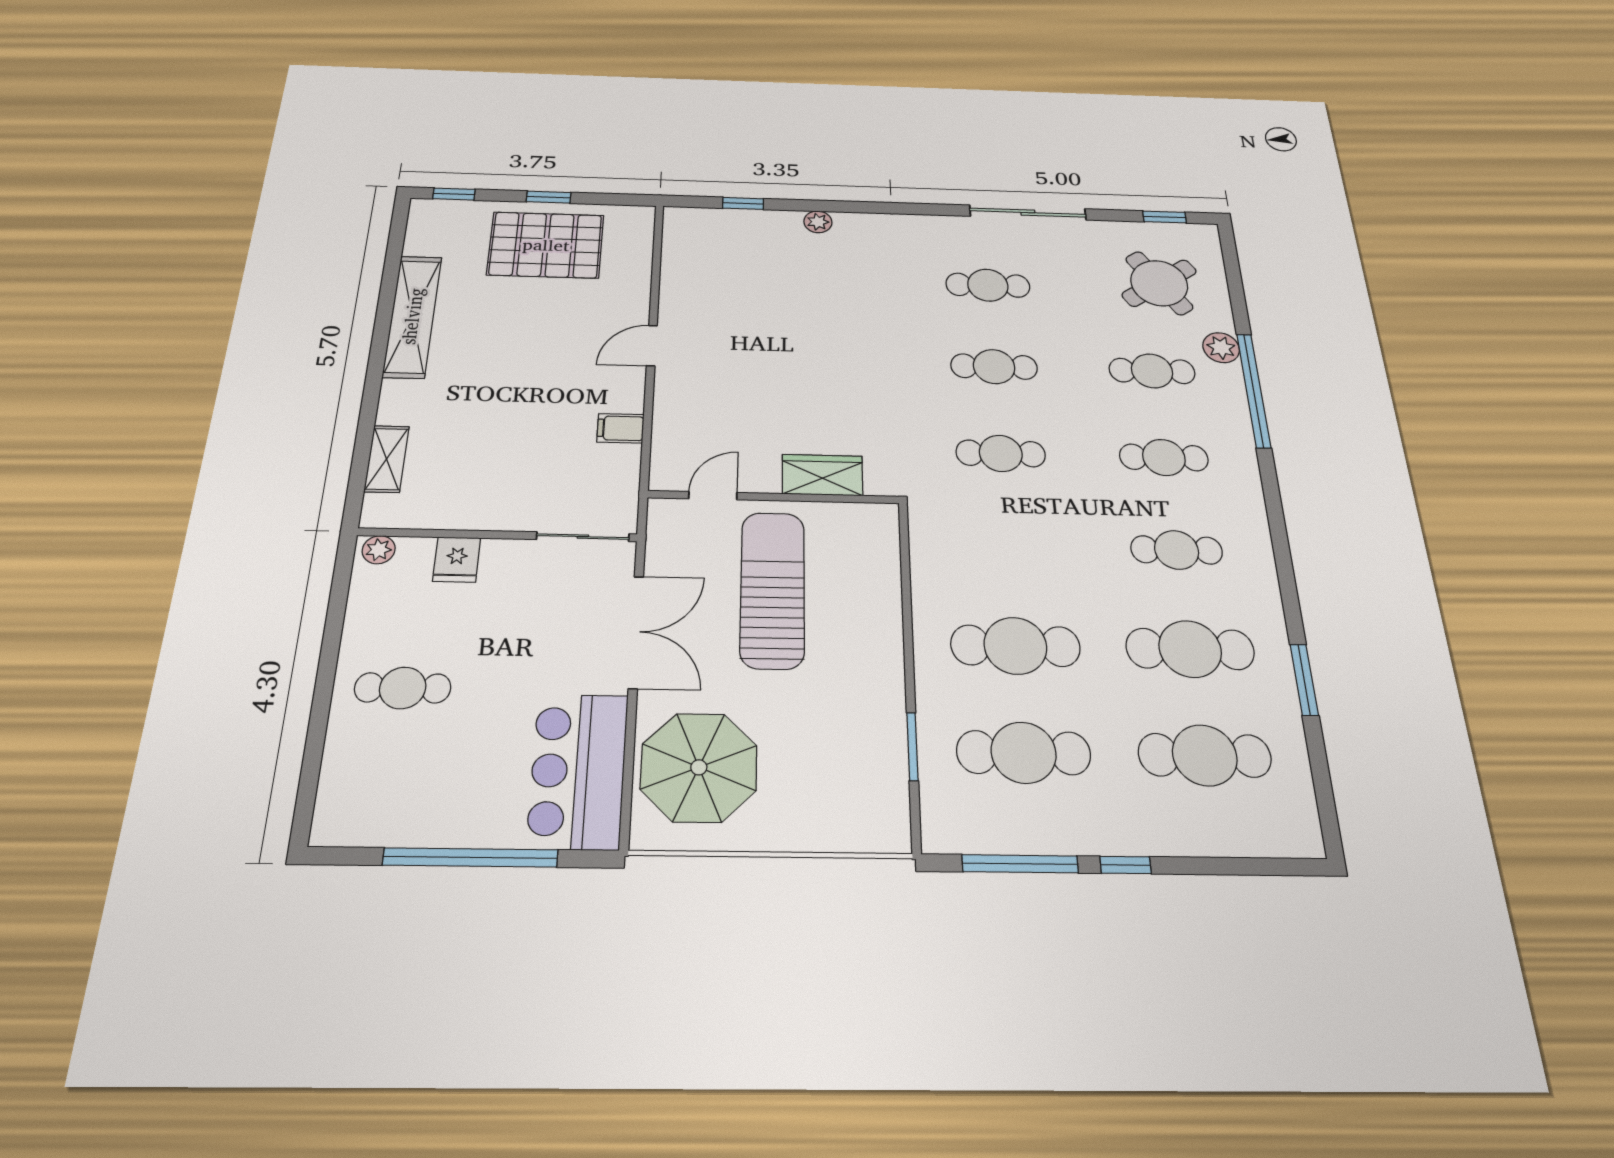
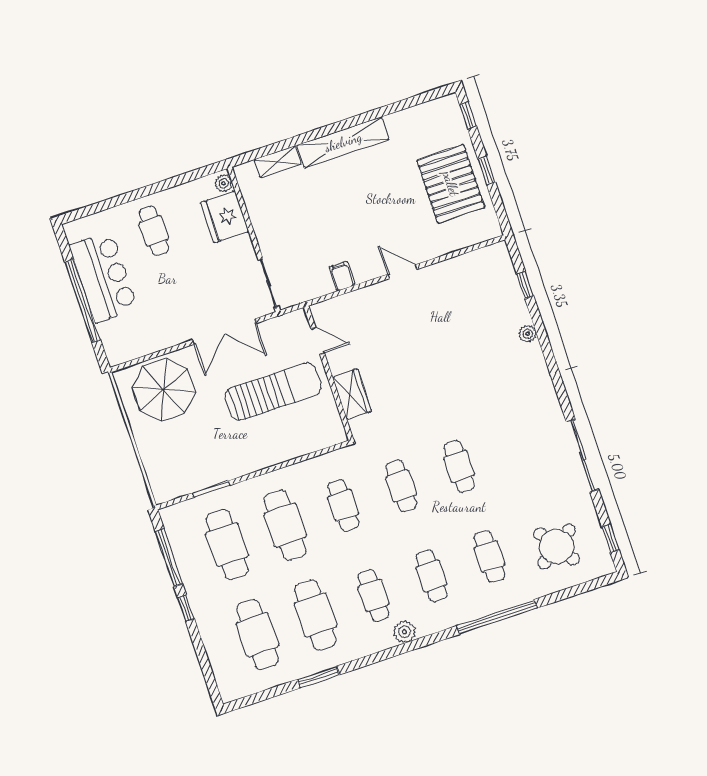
cafe table: (988, 285) -> (343, 506), moved
shelving: (412, 316) -> (343, 142), moved
plant: (1221, 348) -> (404, 632), moved
fridge: (457, 559) -> (225, 217), width x1.88, depth x1.34
bar counter: (578, 771) -> (103, 277), moved, turned 90

